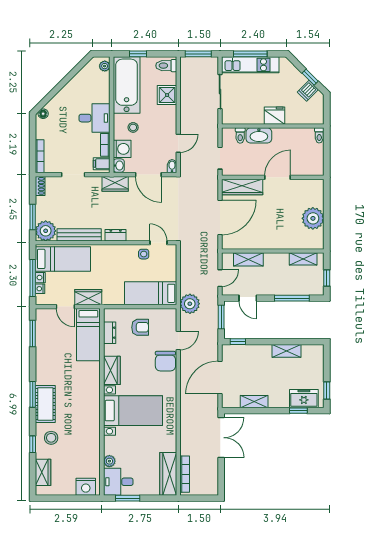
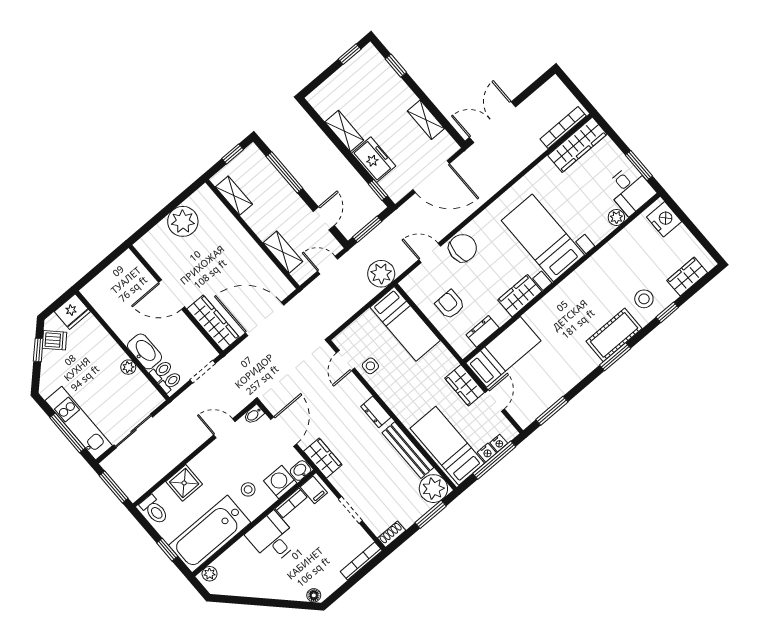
fridge: (274, 116) -> (72, 312), moved, turned -90
plant: (258, 119) -> (128, 367), added
toilet: (319, 135) -> (171, 382), moved
freezer: (304, 399) -> (374, 160), moved, turned 180

